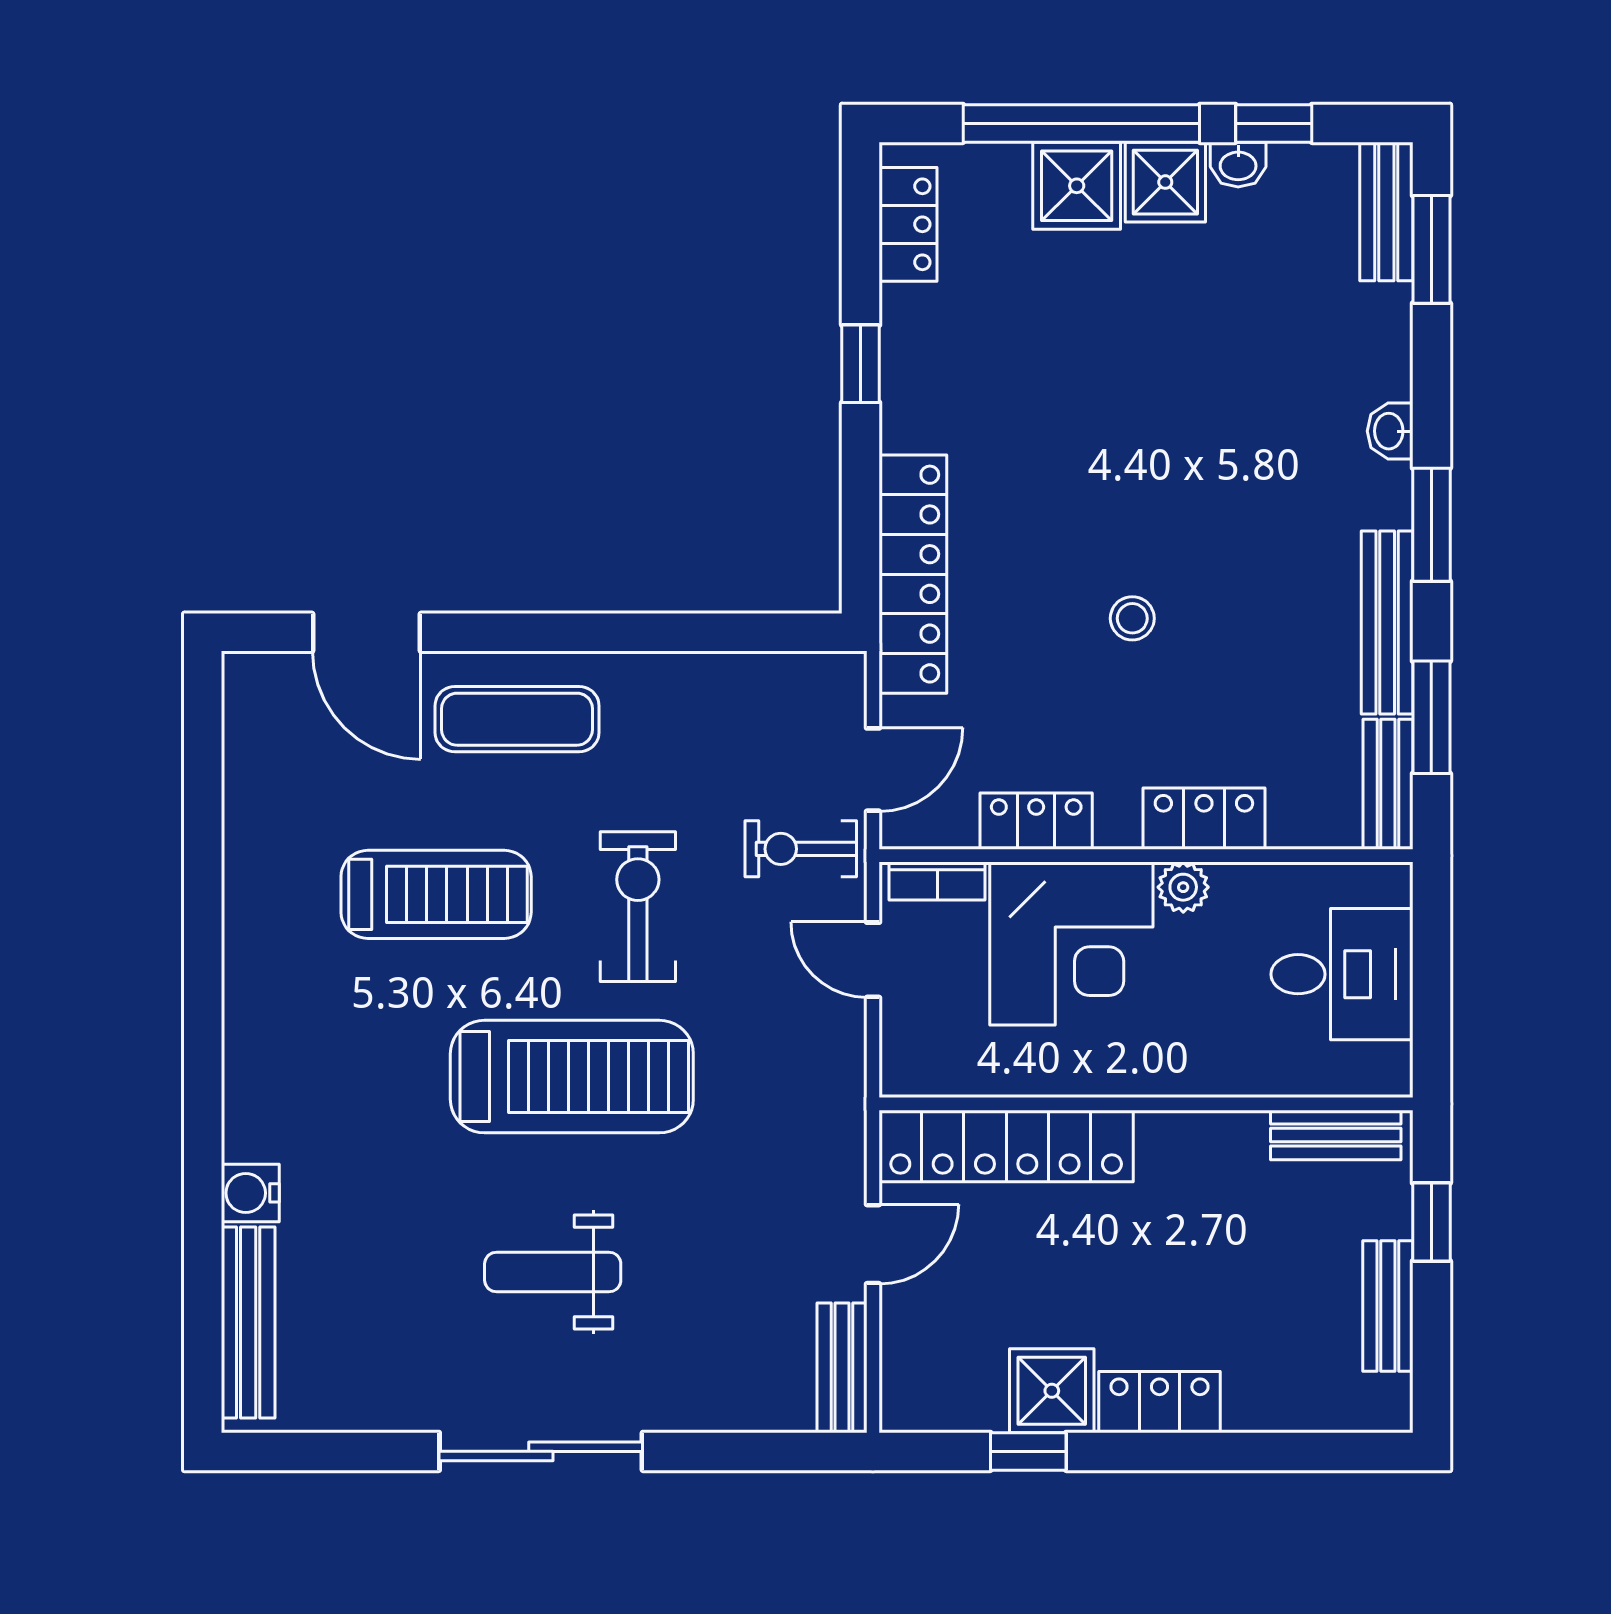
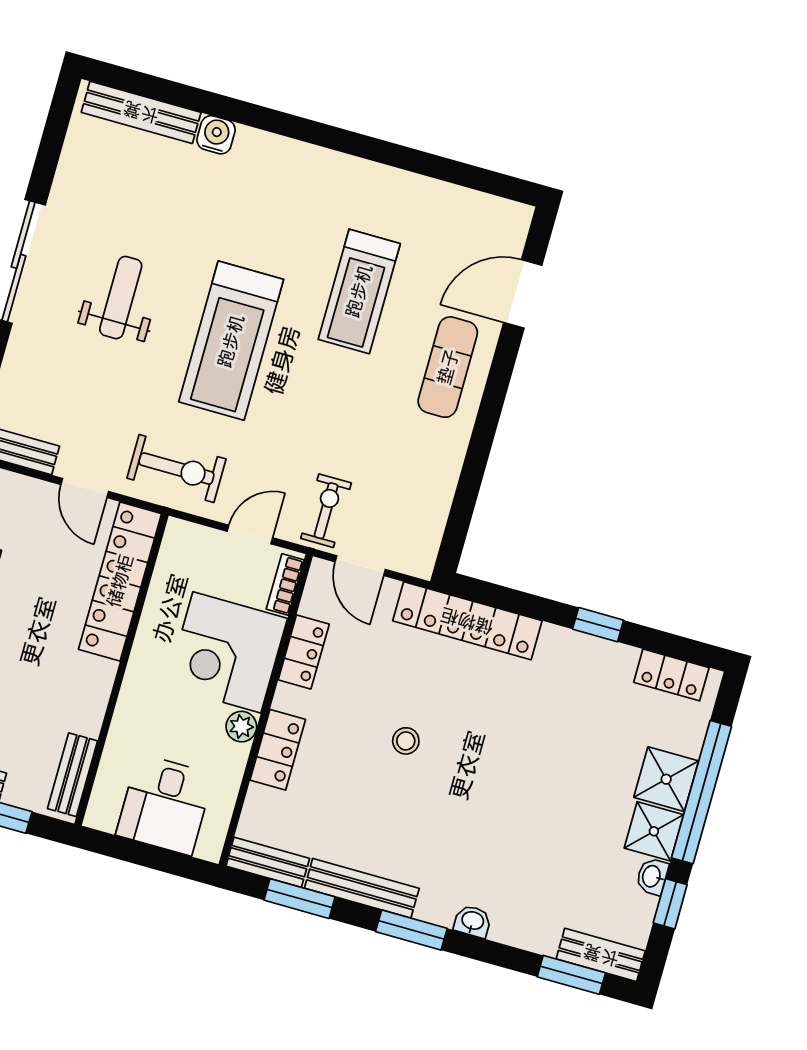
exercise bike: (638, 907) -> (176, 469), moved

